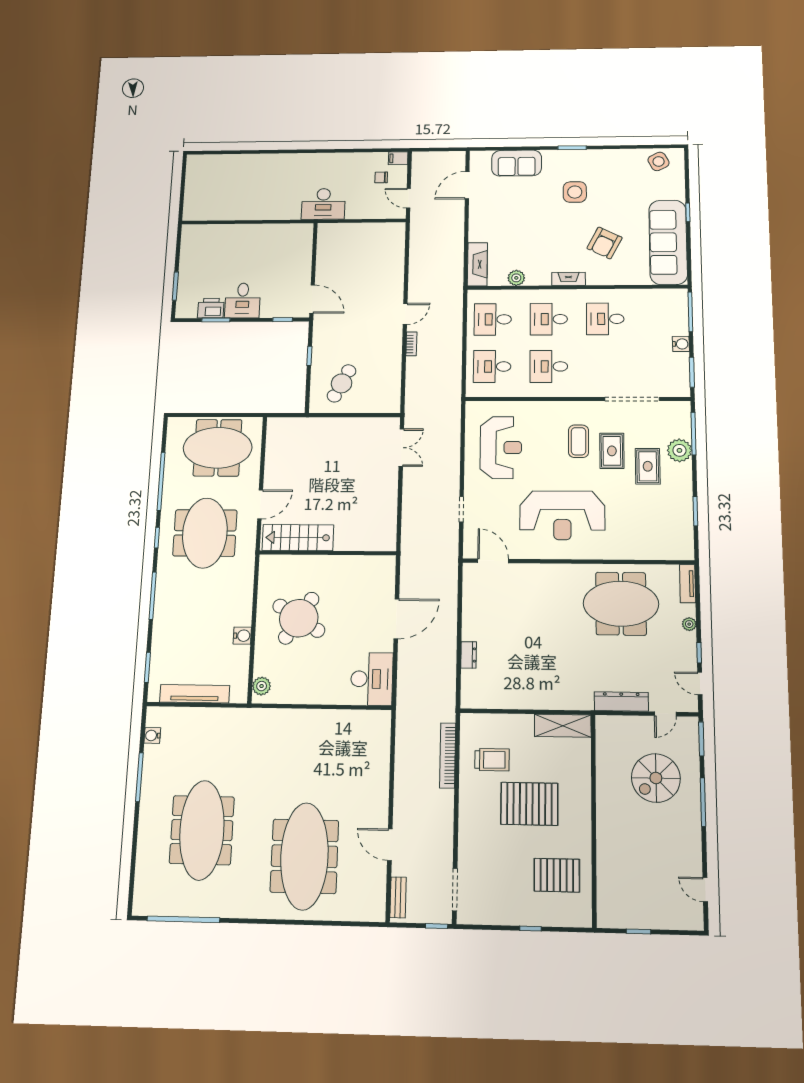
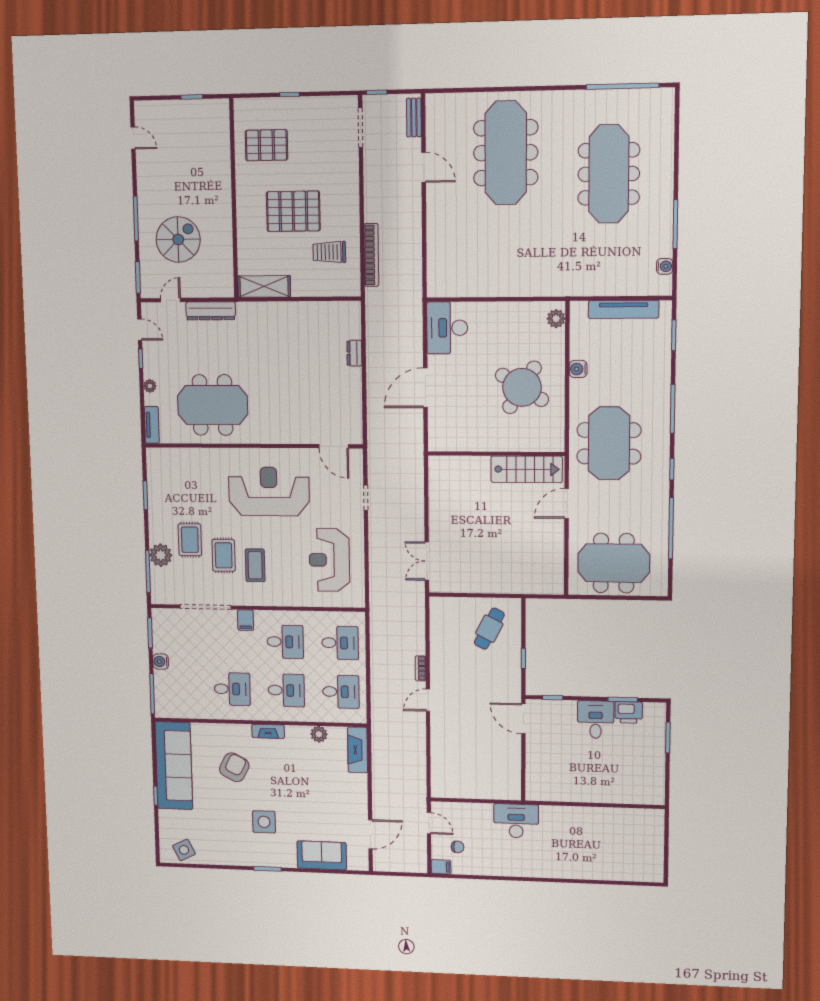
filing cabinet: (590, 387) -> (246, 620), added
meeting table: (205, 533) -> (609, 443), moved

